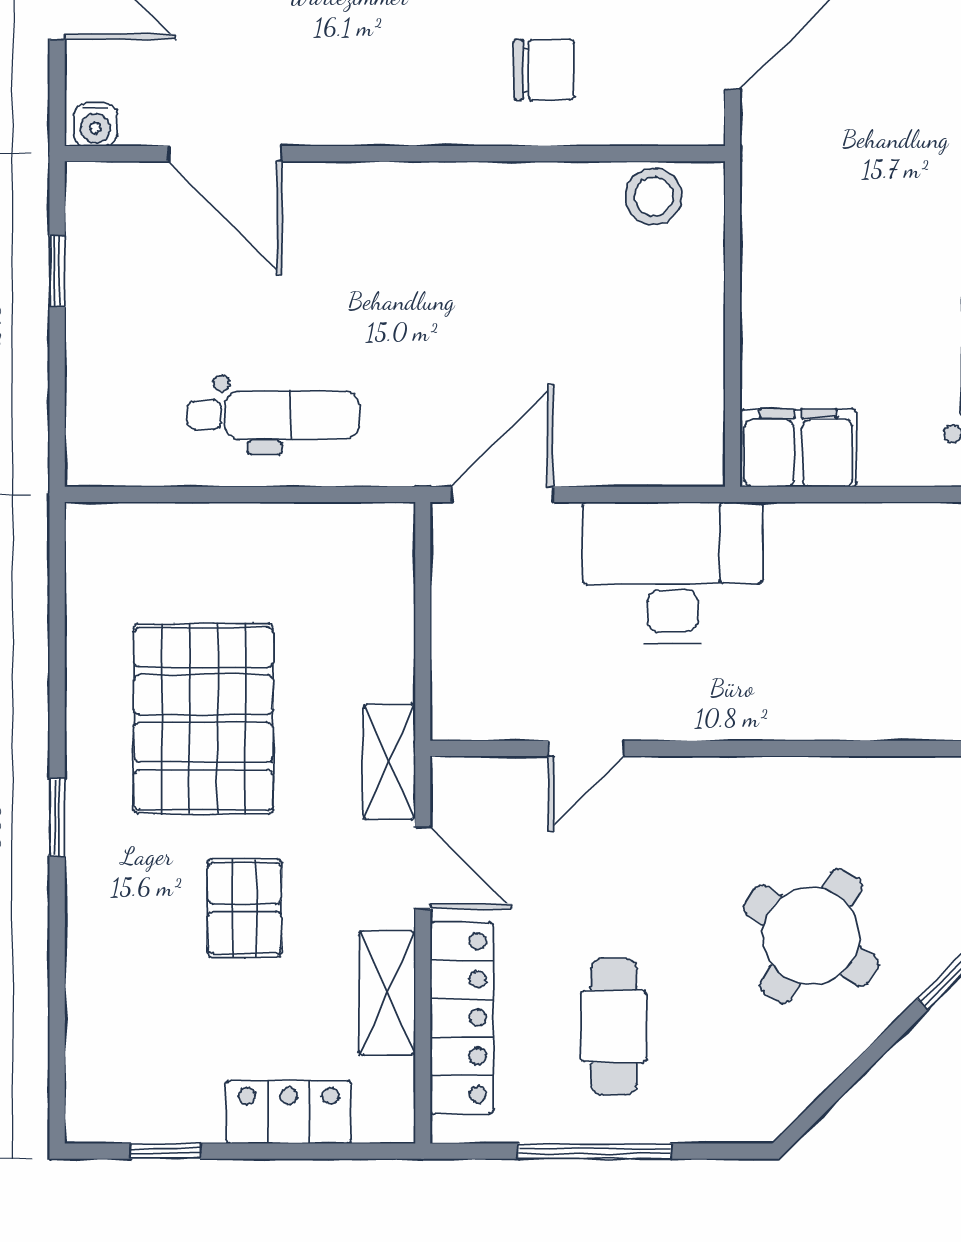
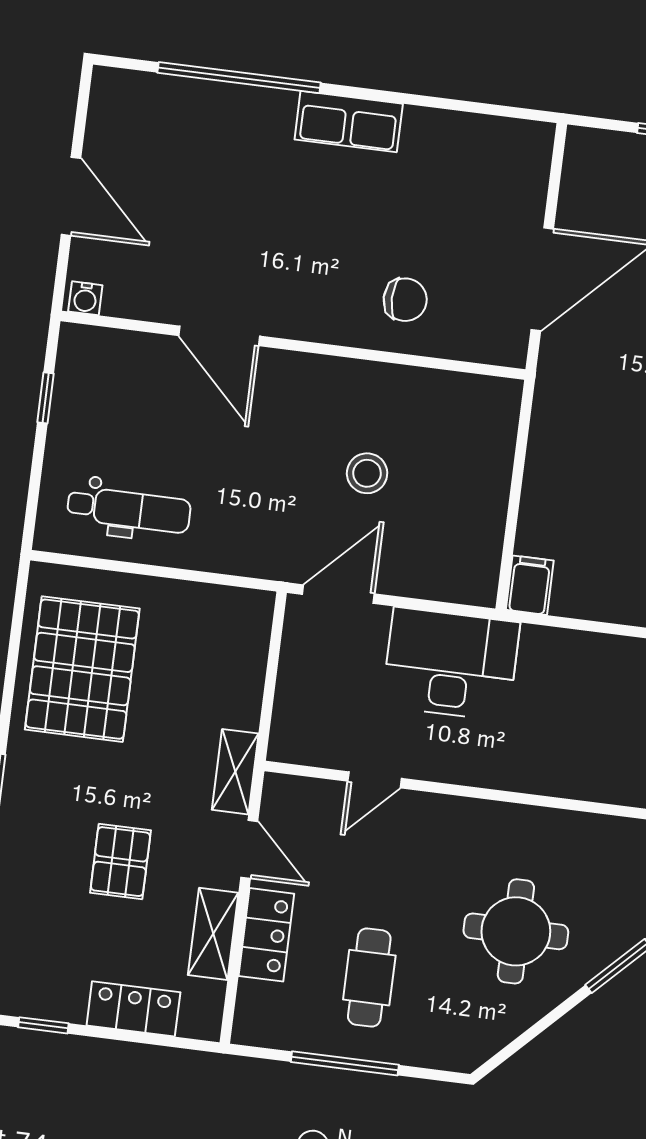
door: (225, 154) -> (219, 336), moved
stool: (654, 196) -> (367, 473), moved
dental chair: (273, 415) -> (129, 510), moved
filing cabinet: (798, 448) -> (530, 585), width x0.50
pallet: (203, 719) -> (82, 669), moved
round table: (811, 936) -> (516, 931), turned -33
locker: (462, 1018) -> (266, 935), width x0.66

